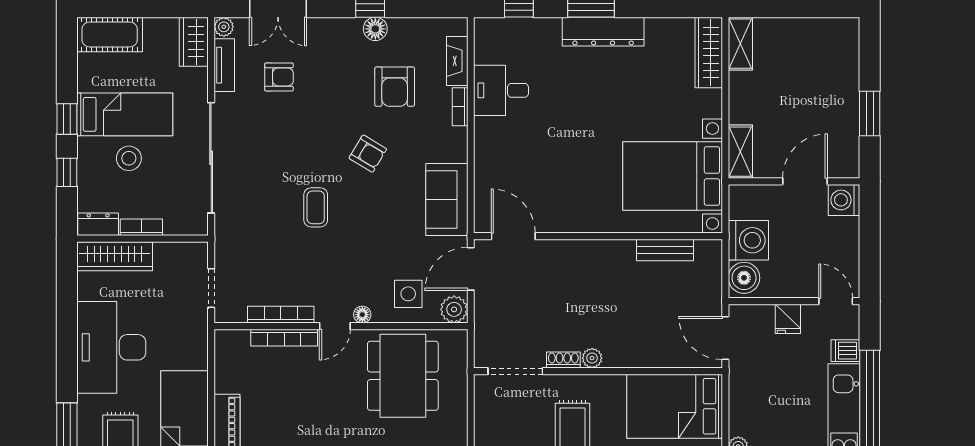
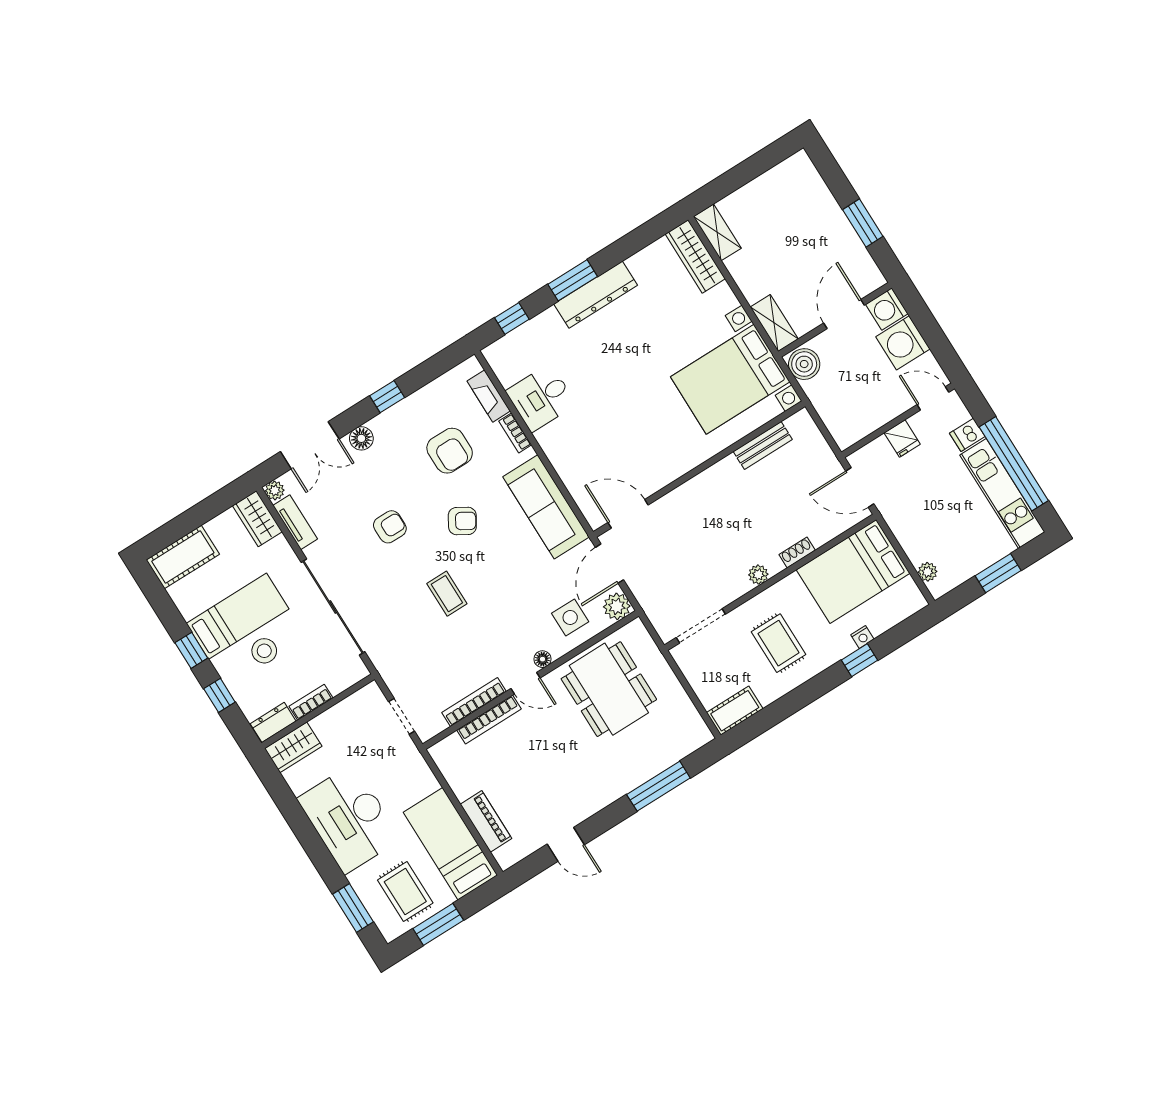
floor lamp: (375, 29) -> (361, 438), moved
armchair: (279, 77) -> (390, 527), moved
sofa: (447, 199) -> (546, 507), width x1.36
washing machine: (748, 240) -> (903, 343), moved, turned 180
wardrobe: (115, 256) -> (293, 747), width x0.67
boiler: (744, 278) -> (804, 364), moved
door: (335, 326) -> (526, 683), hinge flipped
shoe rack: (563, 360) -> (797, 552), moved

